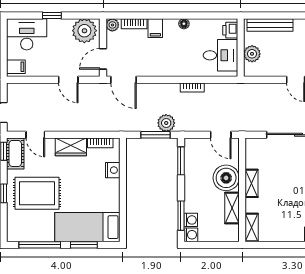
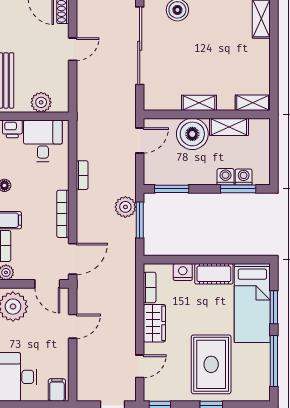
bookcase: (160, 72) -> (63, 214), added
cot: (15, 153) -> (214, 274), moved
washing machine: (191, 235) -> (226, 177), moved

